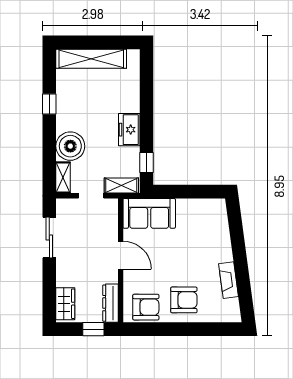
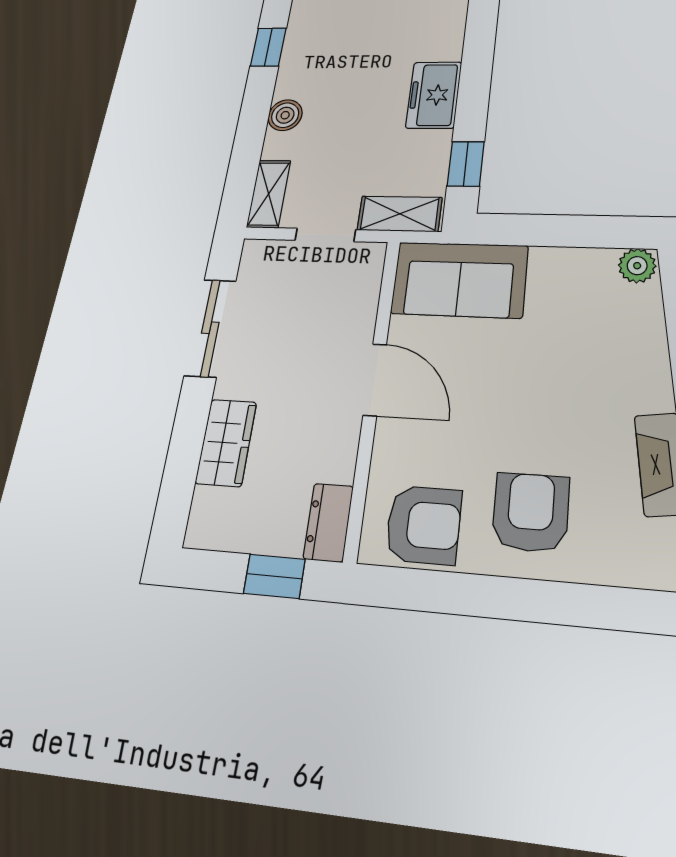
boiler: (70, 146) -> (285, 115), width x0.54, depth x0.54
plant: (218, 205) -> (637, 266), added
armchair: (184, 300) -> (531, 512), turned -90
dresser: (110, 303) -> (328, 522), width x0.70
wardrobe: (65, 304) -> (226, 443), moved

